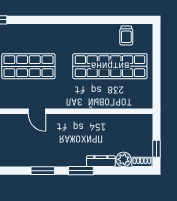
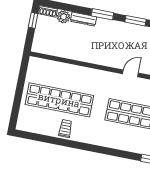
trolley: (126, 35) -> (65, 128), moved
door: (37, 111) -> (130, 73), hinge flipped

